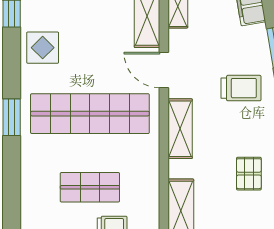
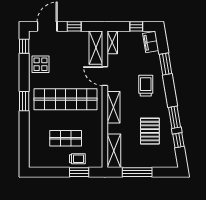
trolley: (241, 88) -> (146, 86), turned -90
pallet: (249, 174) -> (150, 131), width x1.50, depth x1.42

